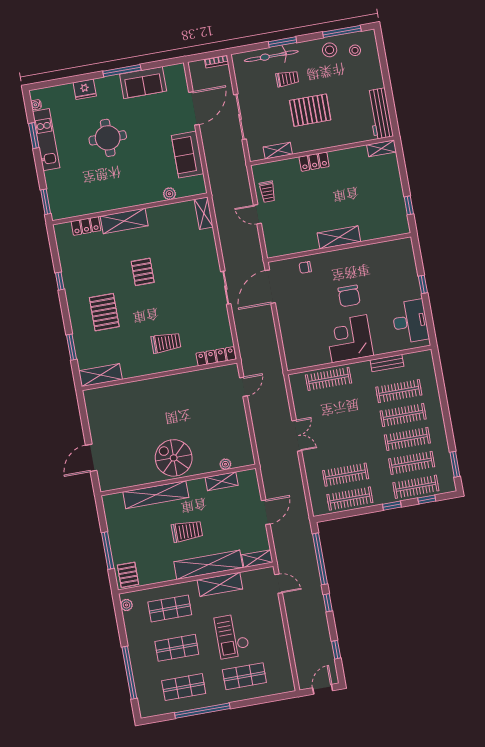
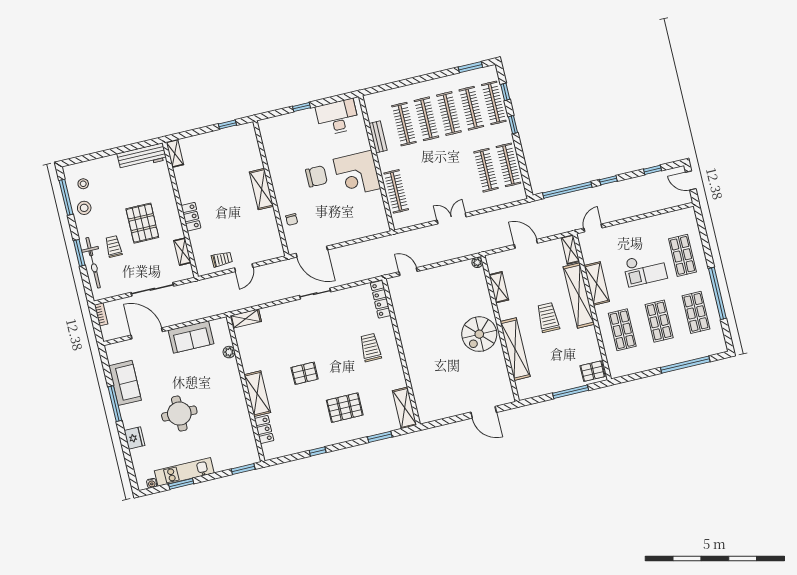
plant: (225, 464) -> (477, 262), moved
plant: (126, 605) -> (621, 371), removed

